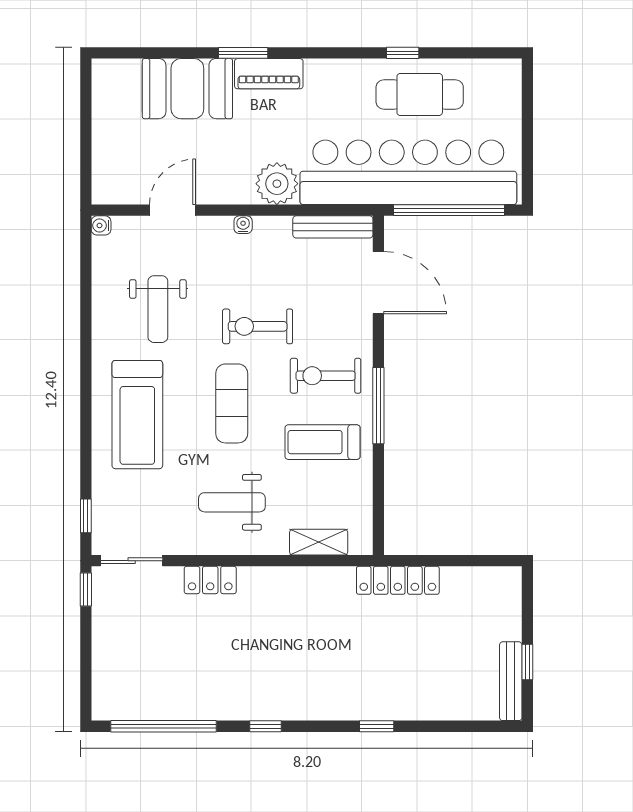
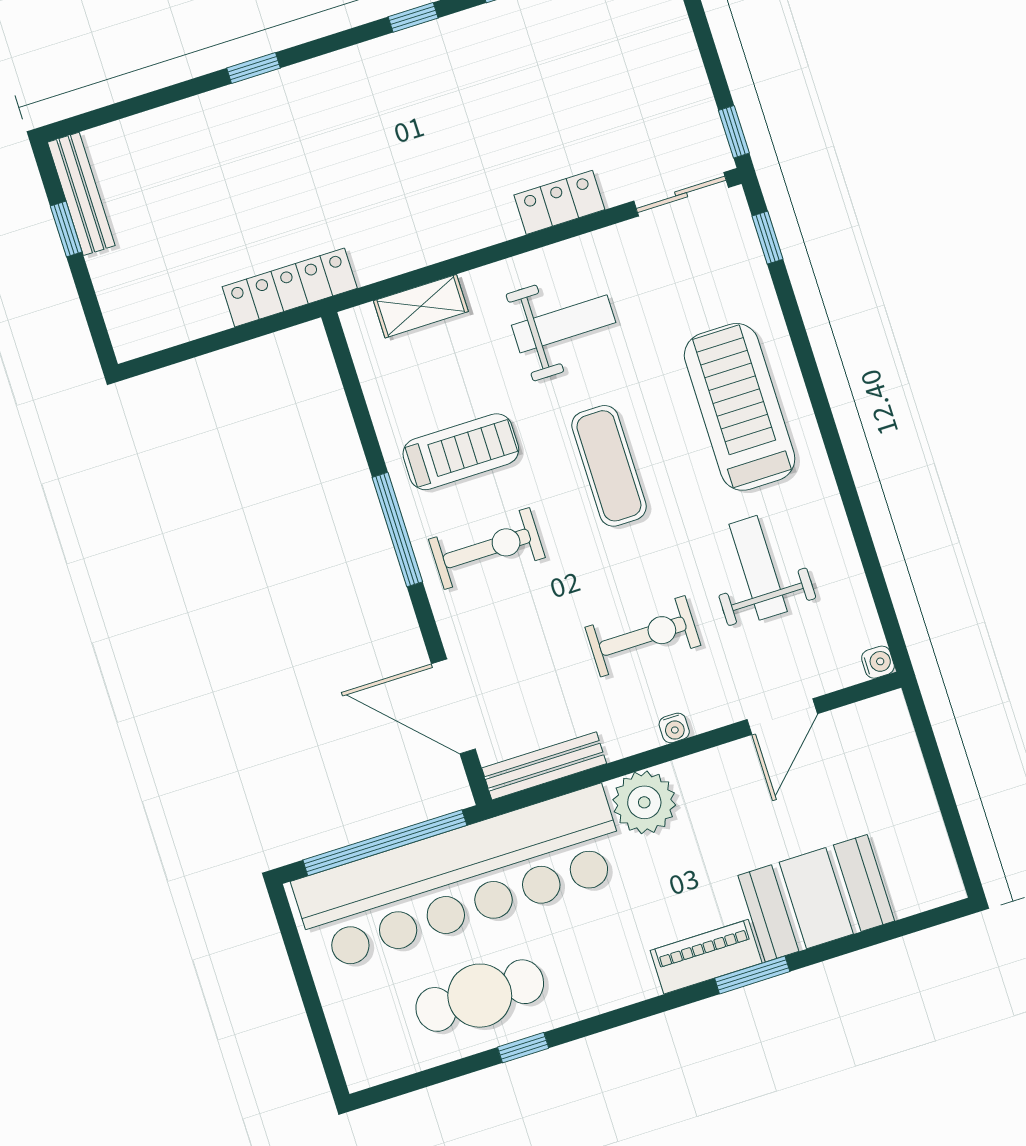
exercise bike: (258, 326) -> (643, 636), moved

